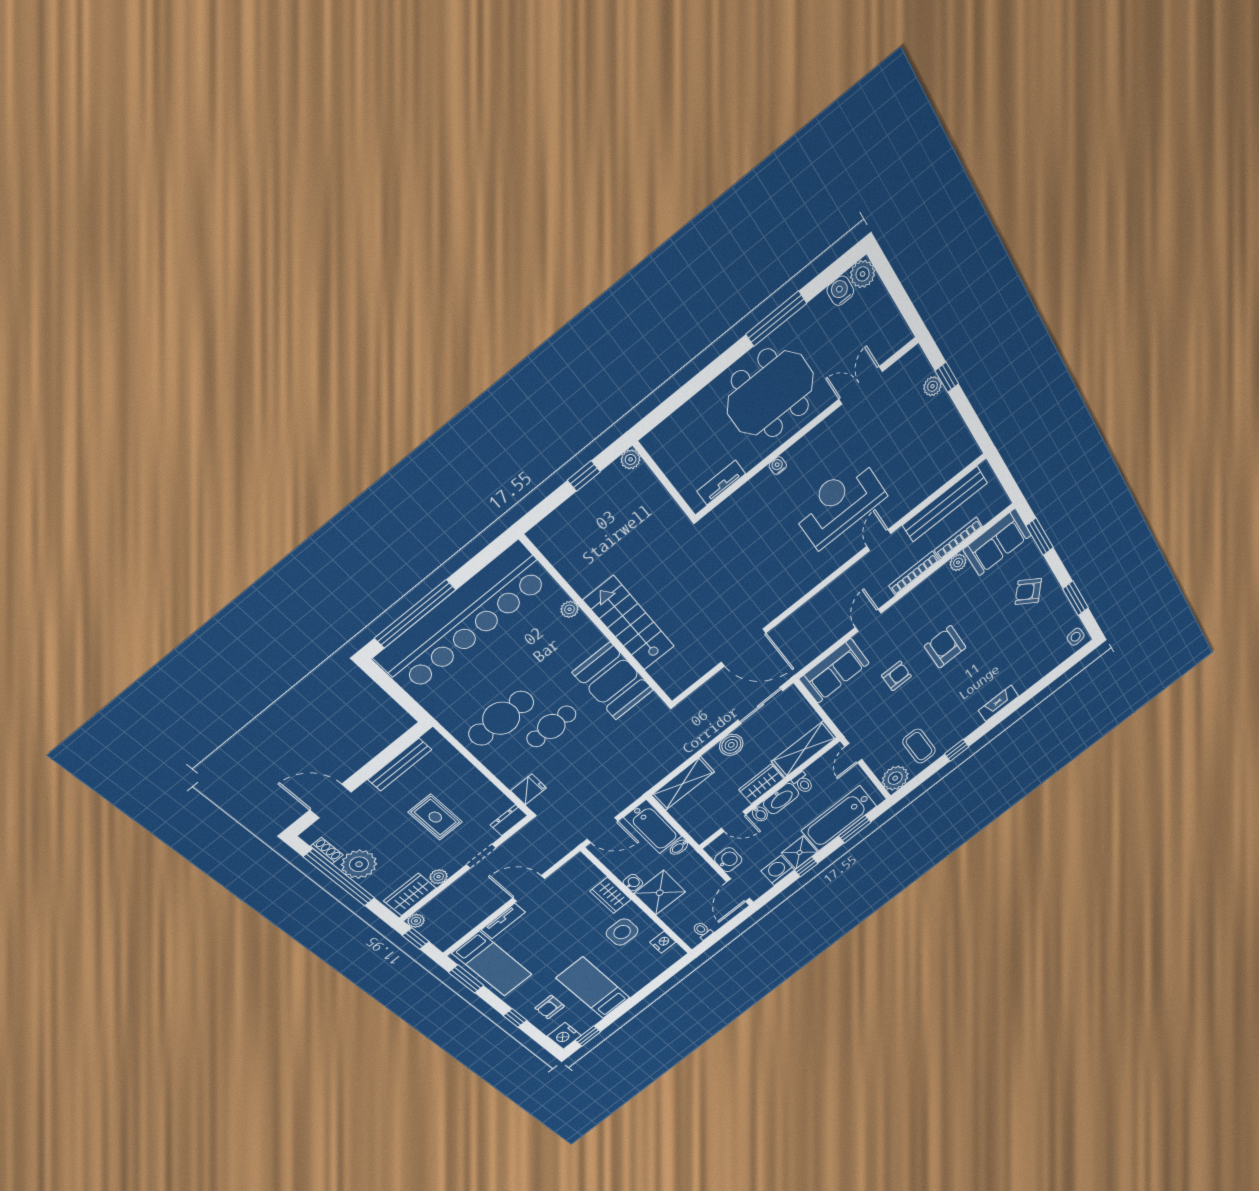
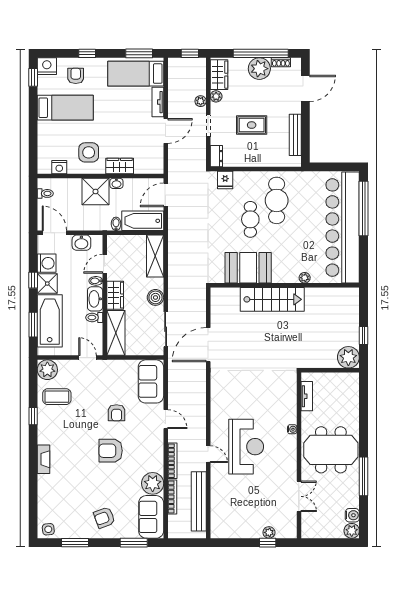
meeting table: (770, 393) -> (331, 450), turned 90
plant: (631, 459) -> (348, 357), width x1.88, depth x1.88
plant: (958, 562) -> (153, 483), width x1.88, depth x1.88
armchair: (1028, 591) -> (104, 518), turned -146
armchair: (945, 647) -> (111, 451), turned 180
plant: (416, 921) -> (201, 101), moved

